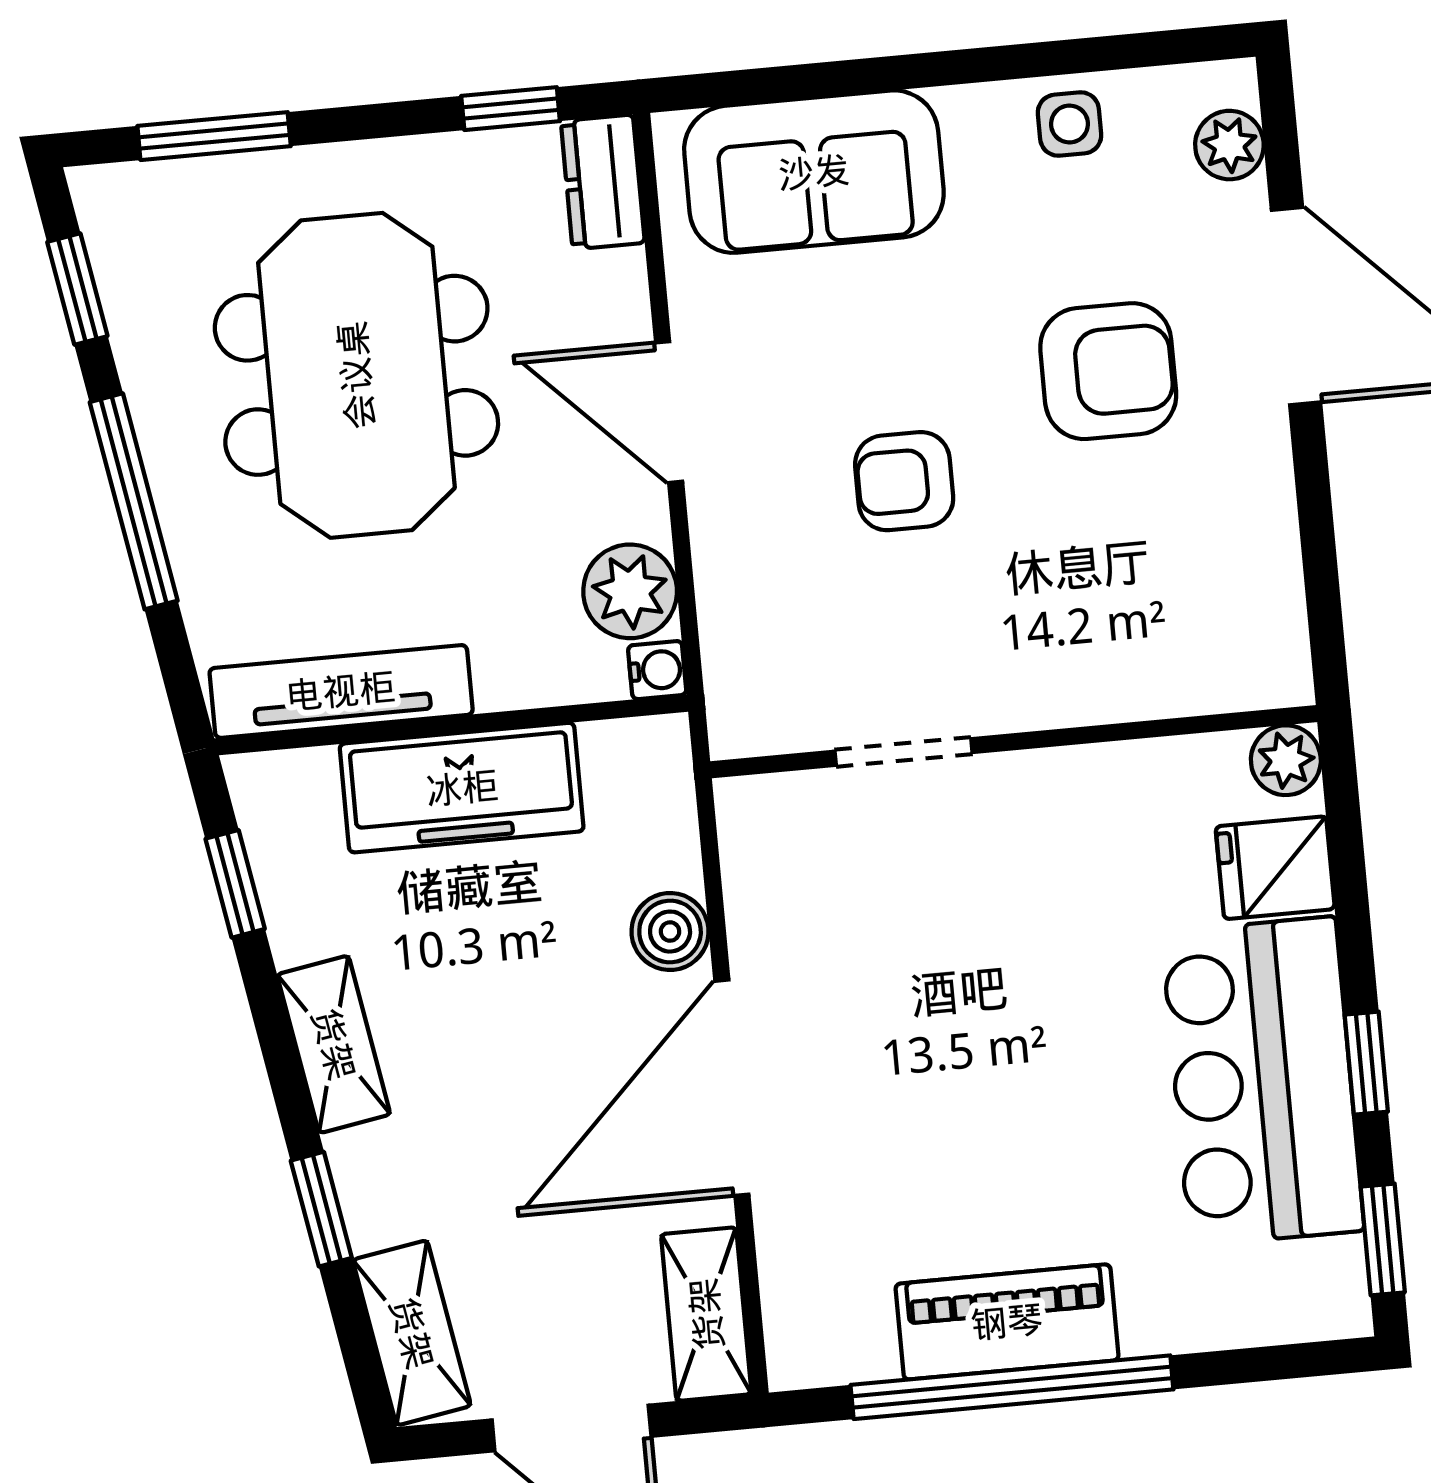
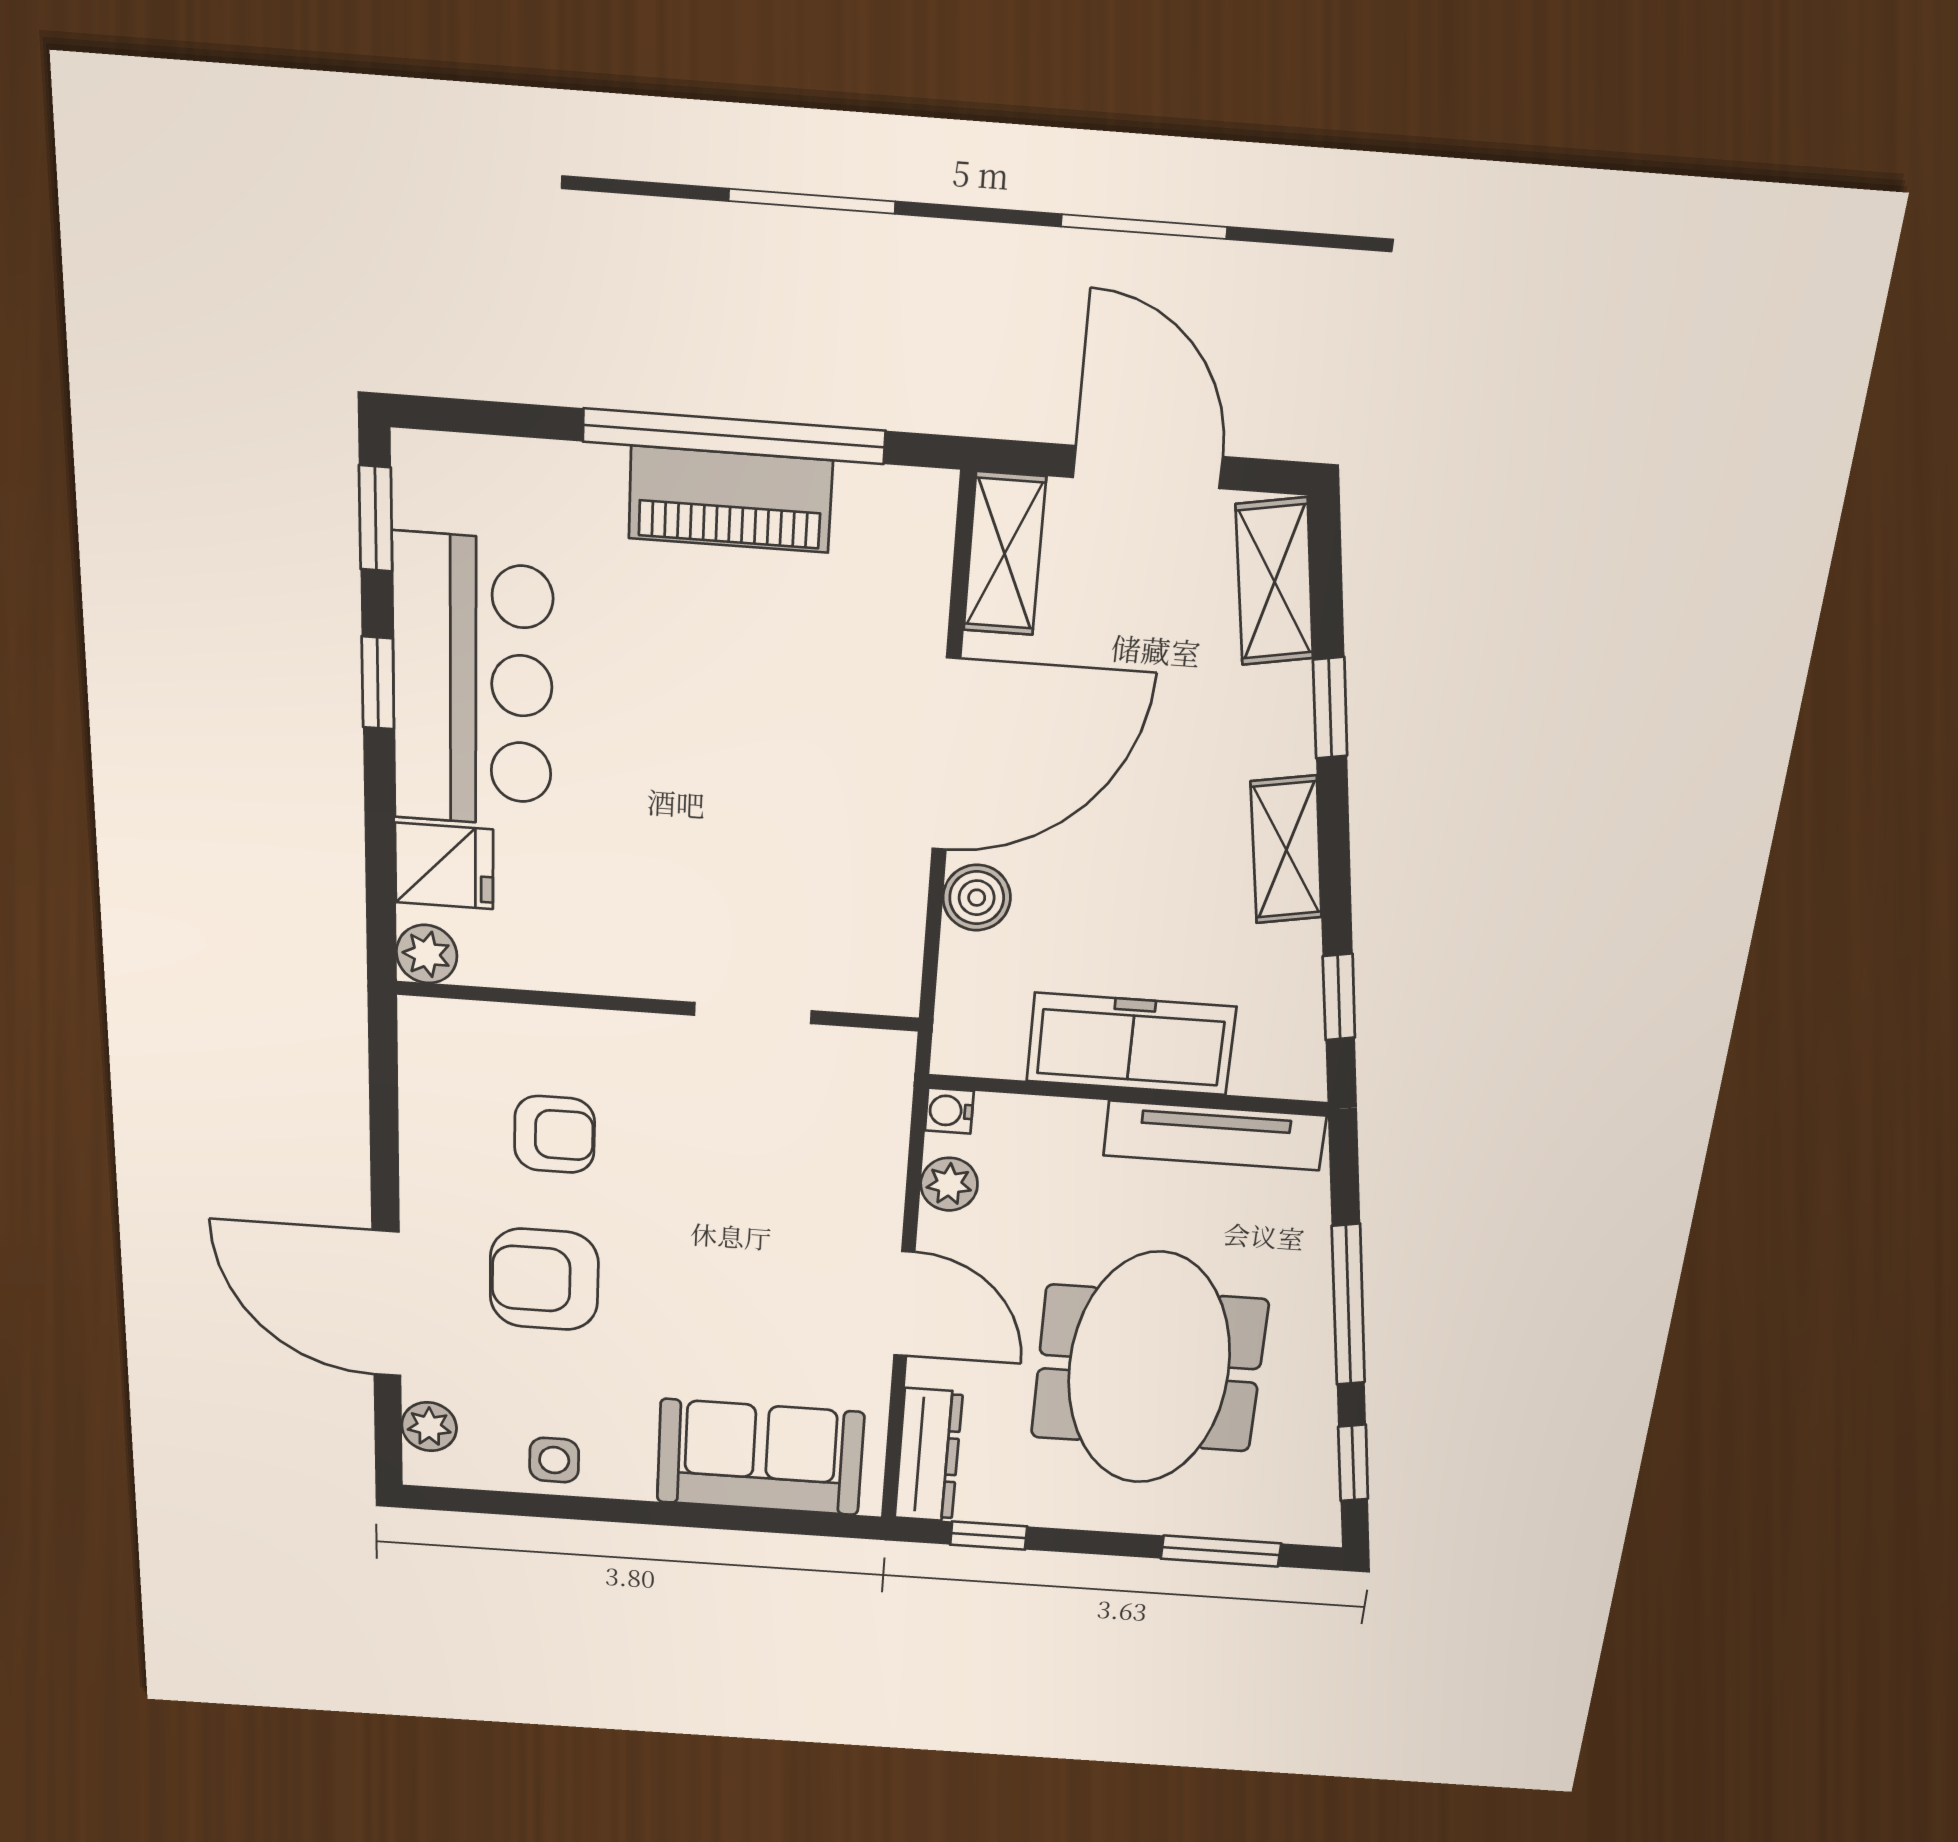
dresser: (603, 182) -> (928, 1455), width x1.44
armchair: (904, 481) -> (555, 1134), moved
plant: (630, 591) -> (949, 1184), width x0.73, depth x0.73

